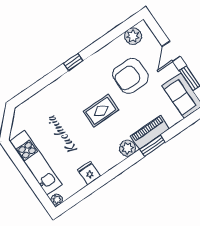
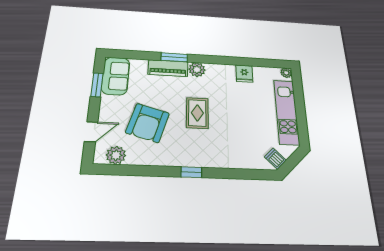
door: (171, 51) -> (91, 132), moved
armchair: (130, 76) -> (148, 123), turned 106
rug: (101, 111) -> (197, 113), turned 90
dishwasher: (21, 116) -> (275, 159), added

